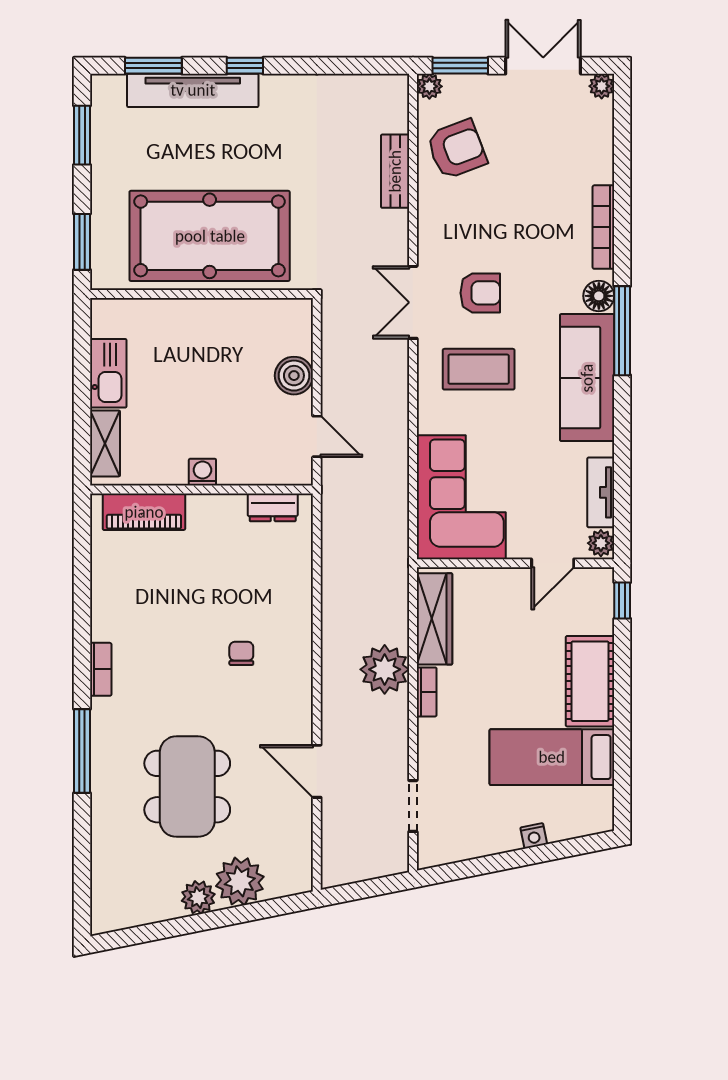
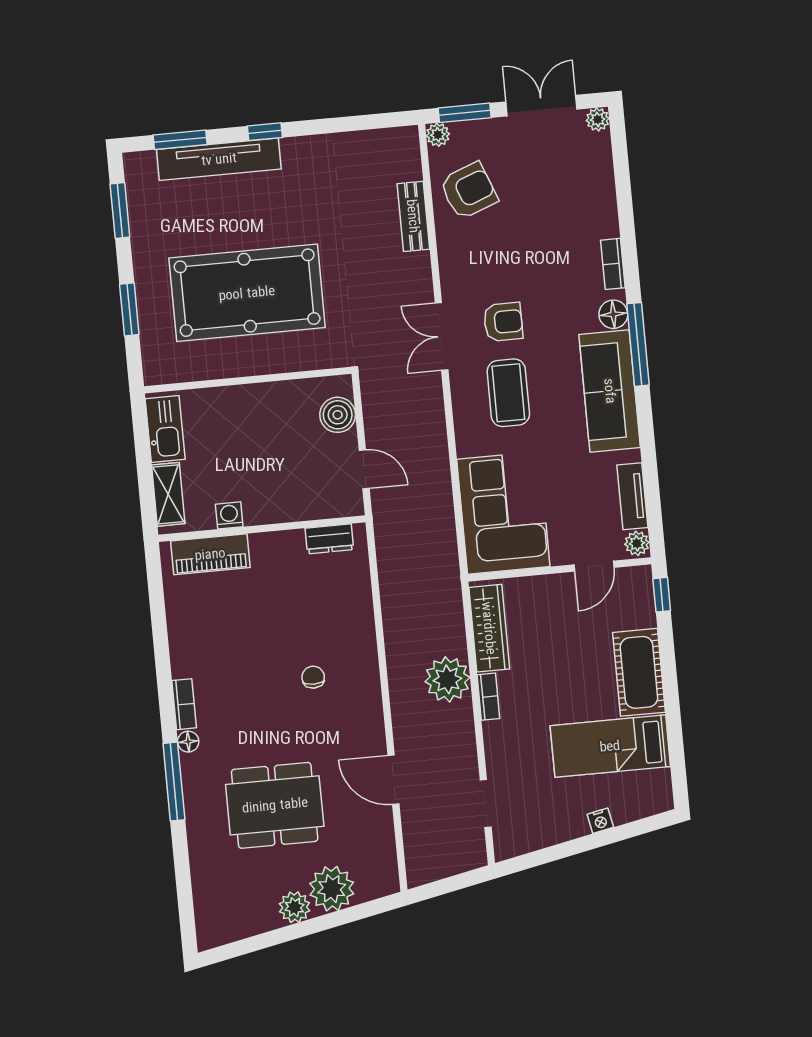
bookcase: (603, 227) -> (613, 264), width x0.64
wall: (202, 294) -> (248, 380), moved
coffee table: (479, 369) -> (508, 393), turned 90
washing machine: (202, 472) -> (229, 515), moved
floor lamp: (101, 710) -> (188, 742), added
dining table: (187, 787) -> (275, 805), turned 90

